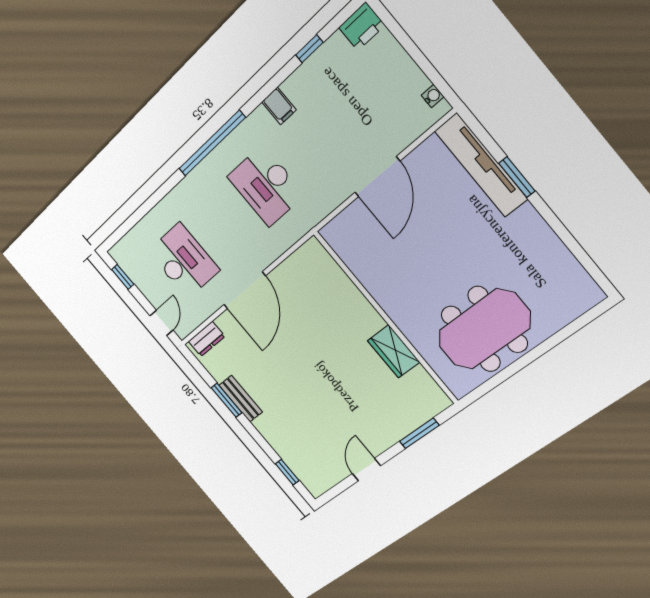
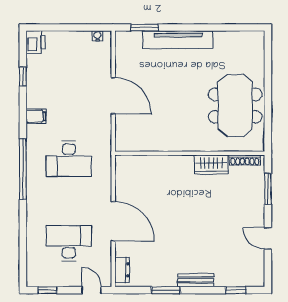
tv unit: (481, 165) -> (178, 40), moved
window: (517, 177) -> (145, 27), moved
shoe rack: (430, 386) -> (245, 160), added
bench: (241, 399) -> (196, 280), moved

